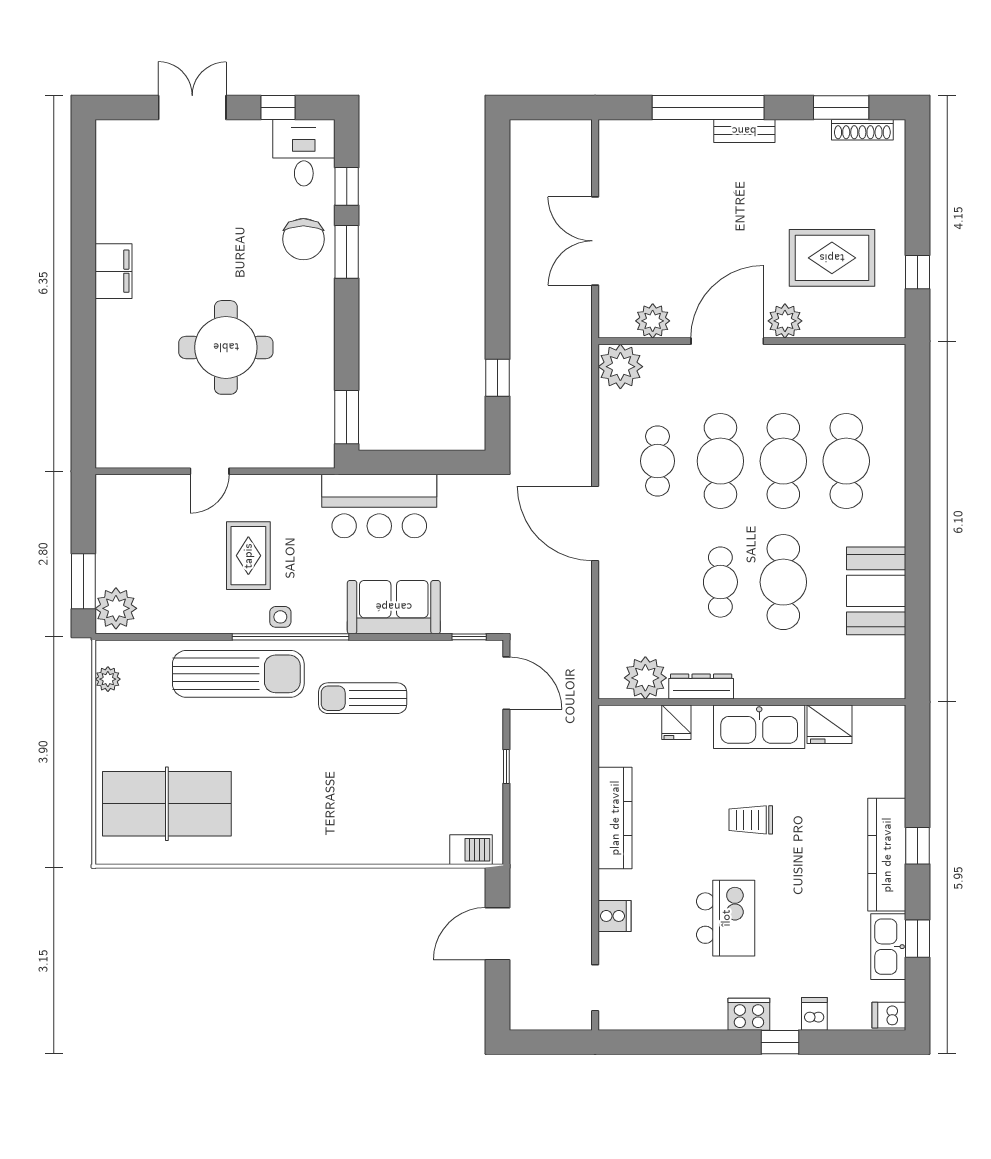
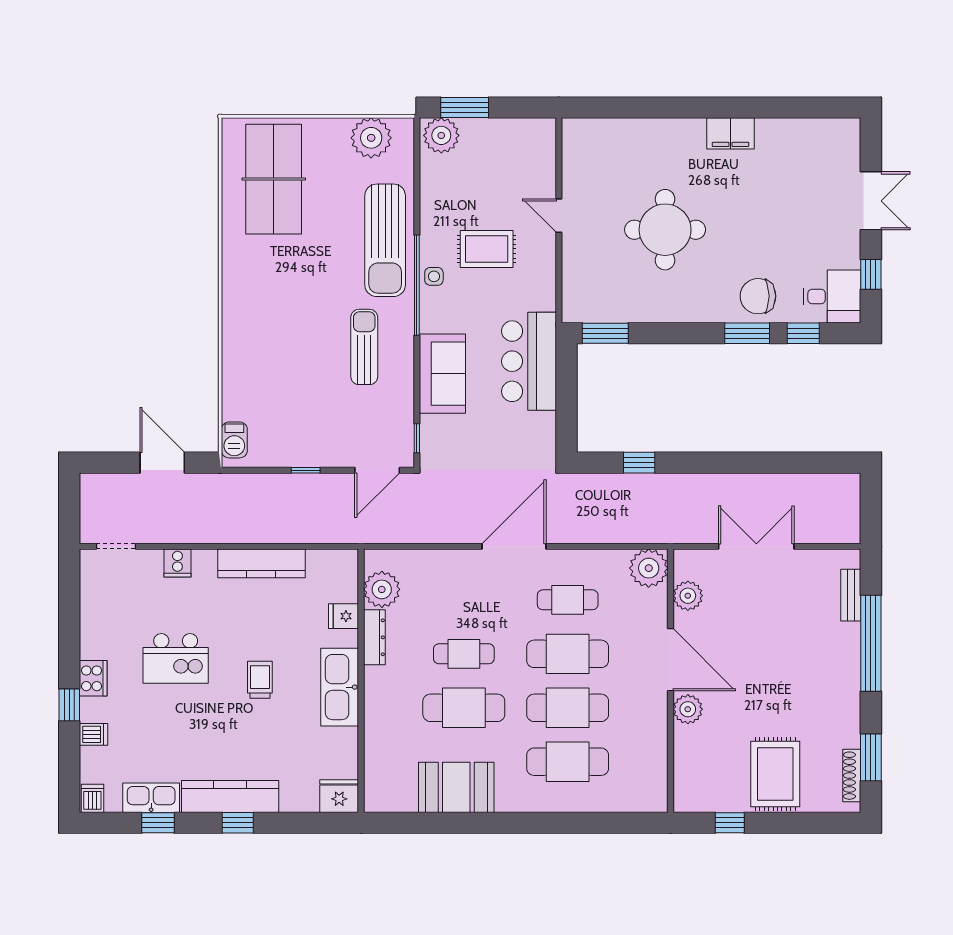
bench: (744, 131) -> (851, 595), moved
rug: (832, 258) -> (775, 774), moved
plant: (108, 679) -> (371, 138), width x1.87, depth x1.87
fridge: (829, 724) -> (339, 796), moved, turned 90

